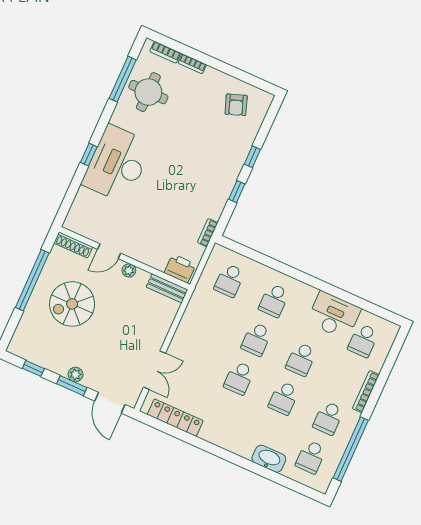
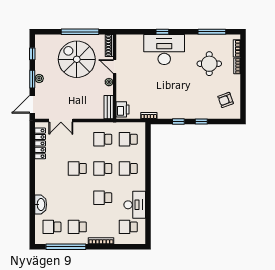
round table: (148, 92) -> (209, 64), moved
spiral stairs: (72, 304) -> (77, 59), width x1.37, depth x1.37
school desk: (284, 398) -> (103, 139), moved

